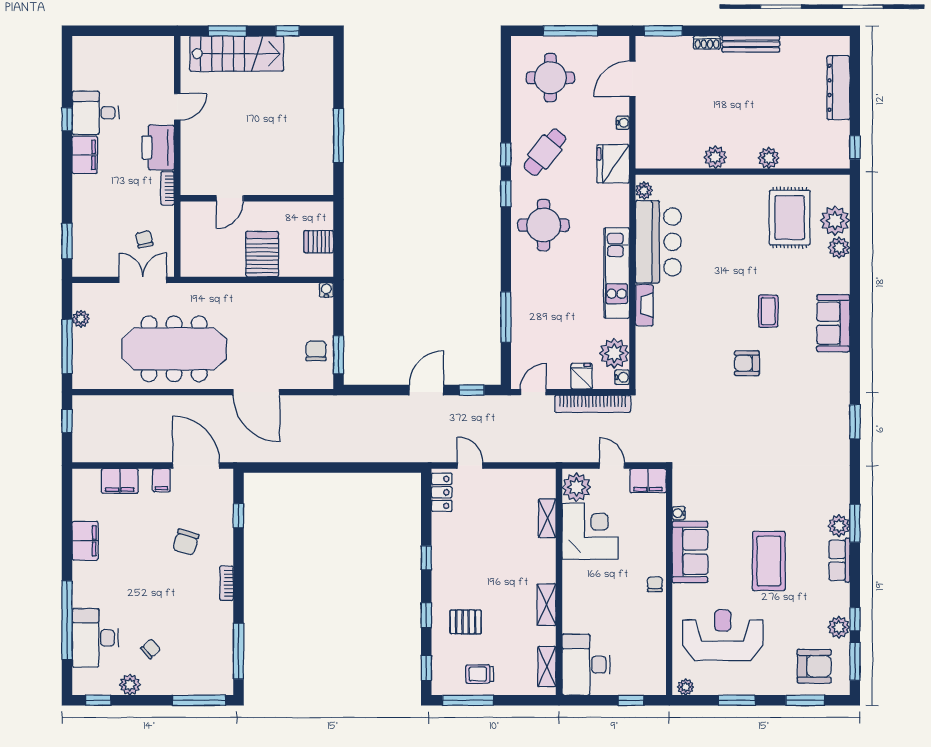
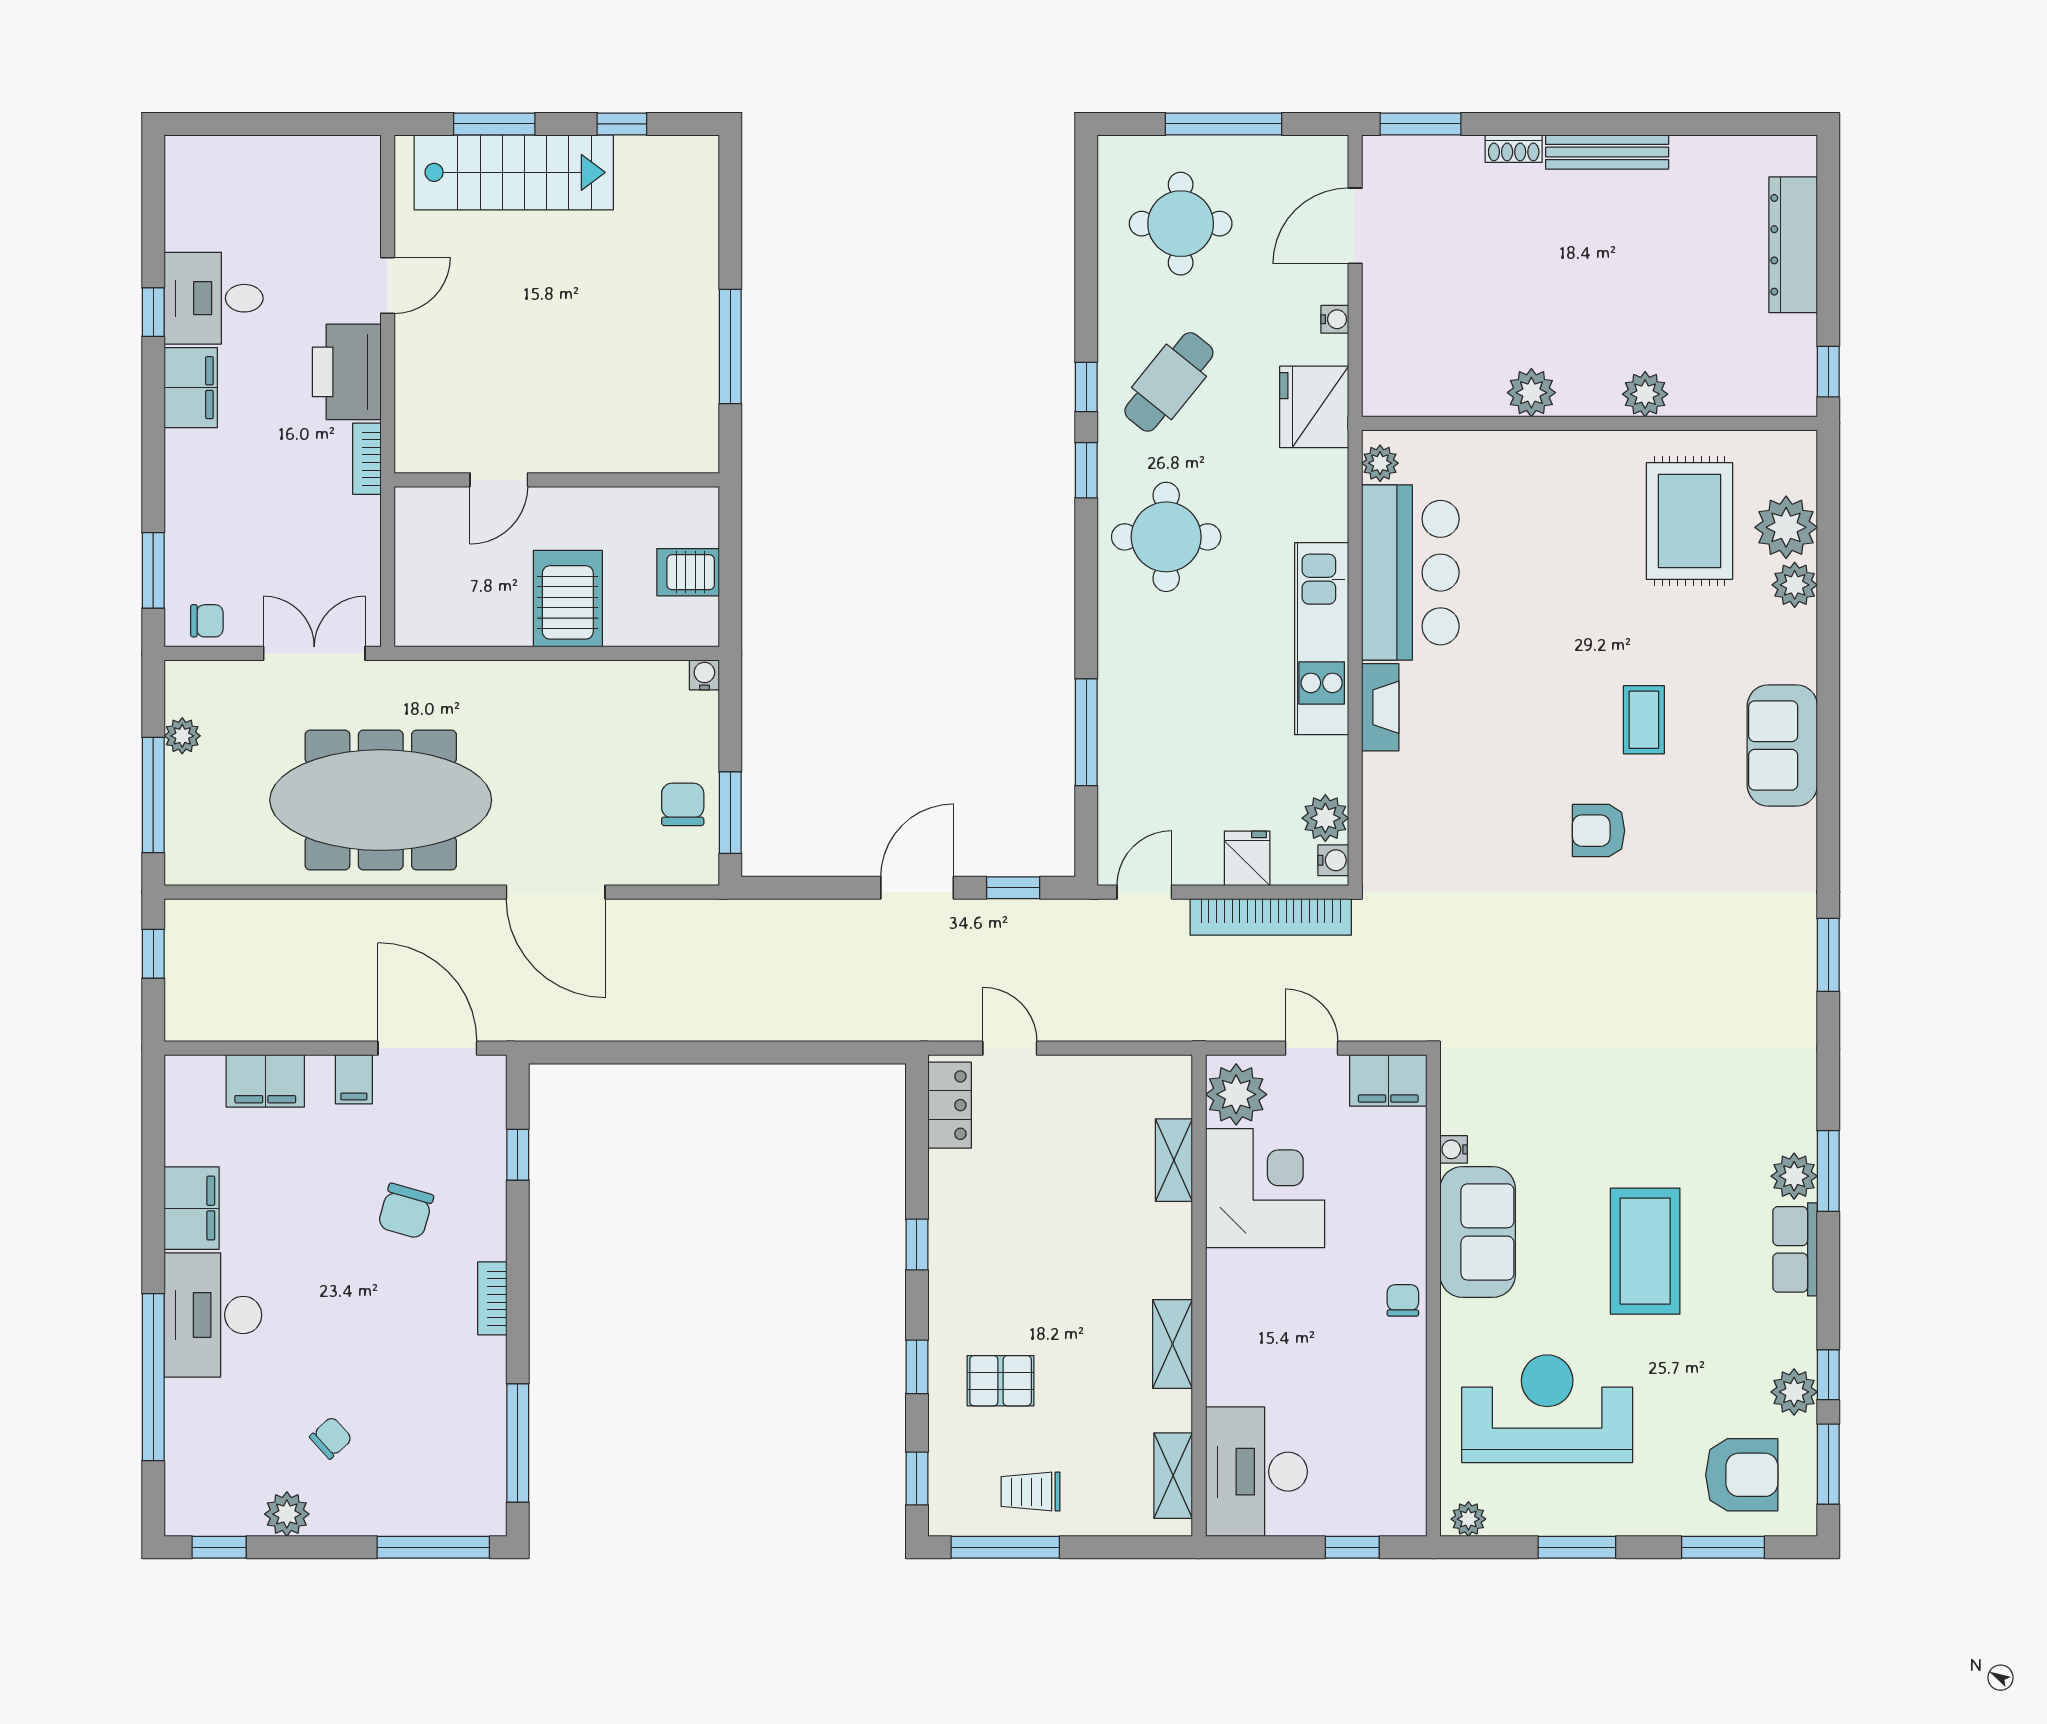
chair: (144, 239) -> (207, 621), moved, turned 103
plant: (614, 353) -> (1325, 818), width x0.73, depth x0.73
desk: (95, 638) -> (213, 1315), moved

